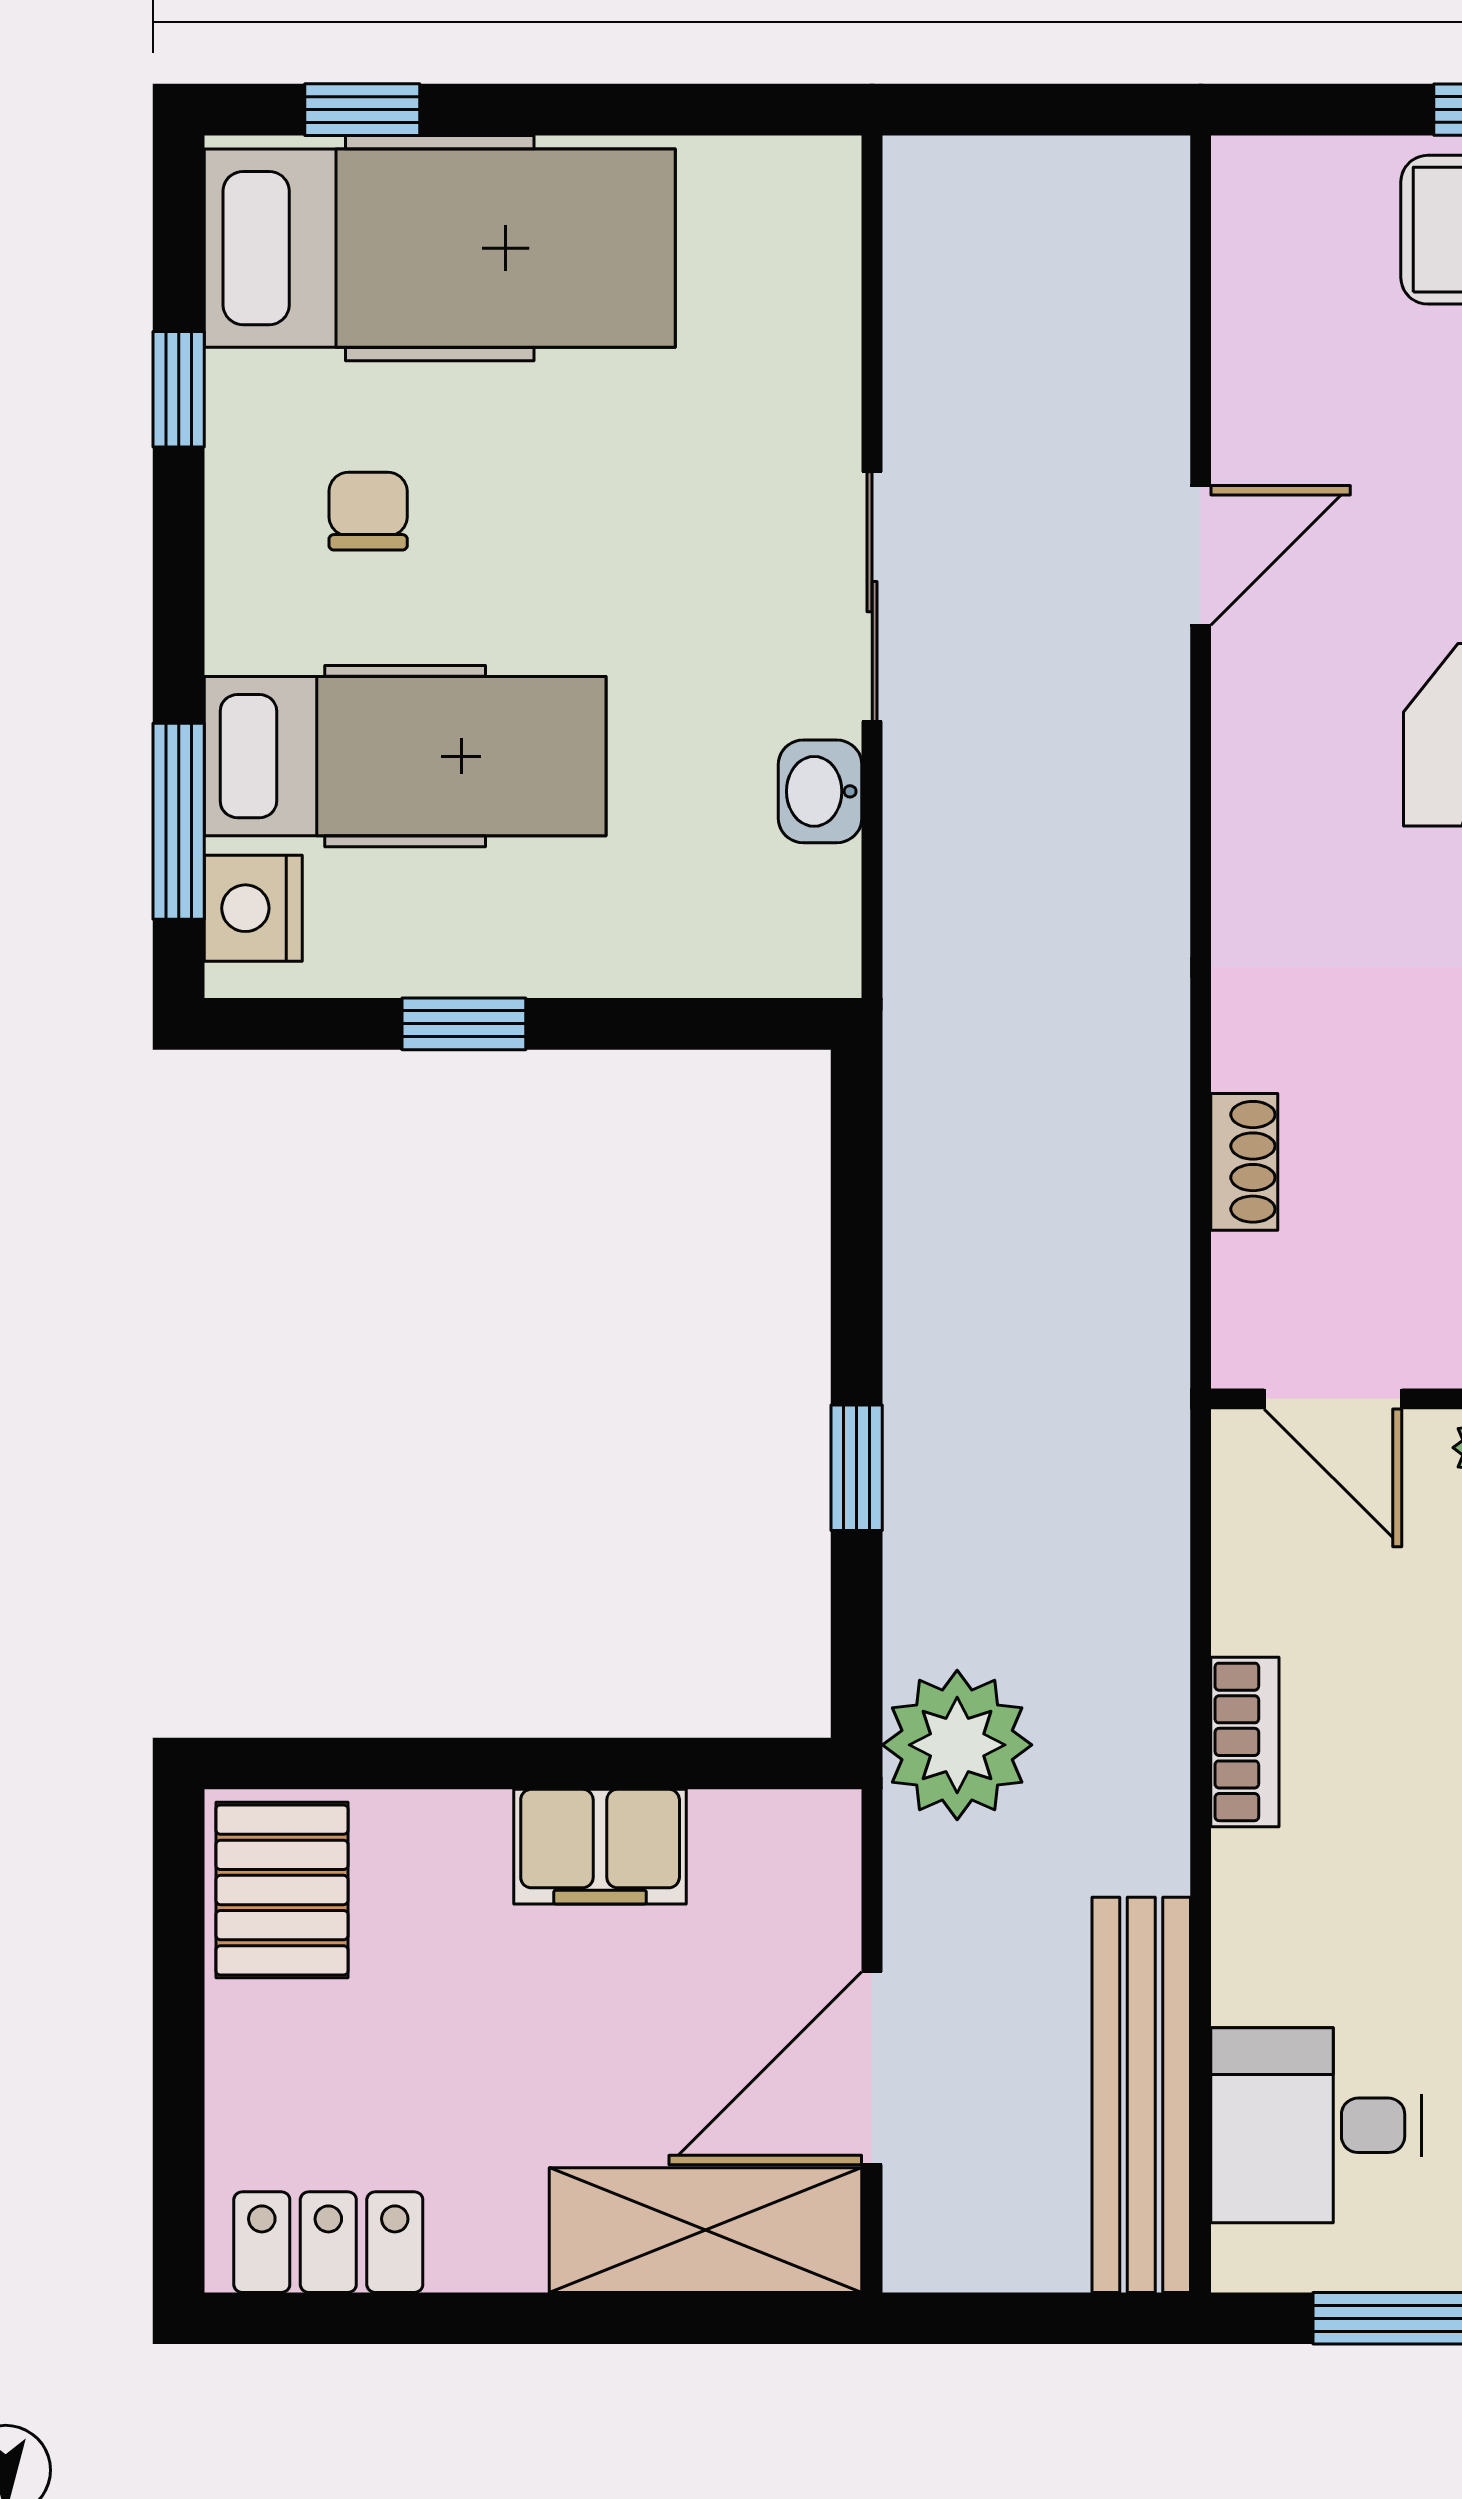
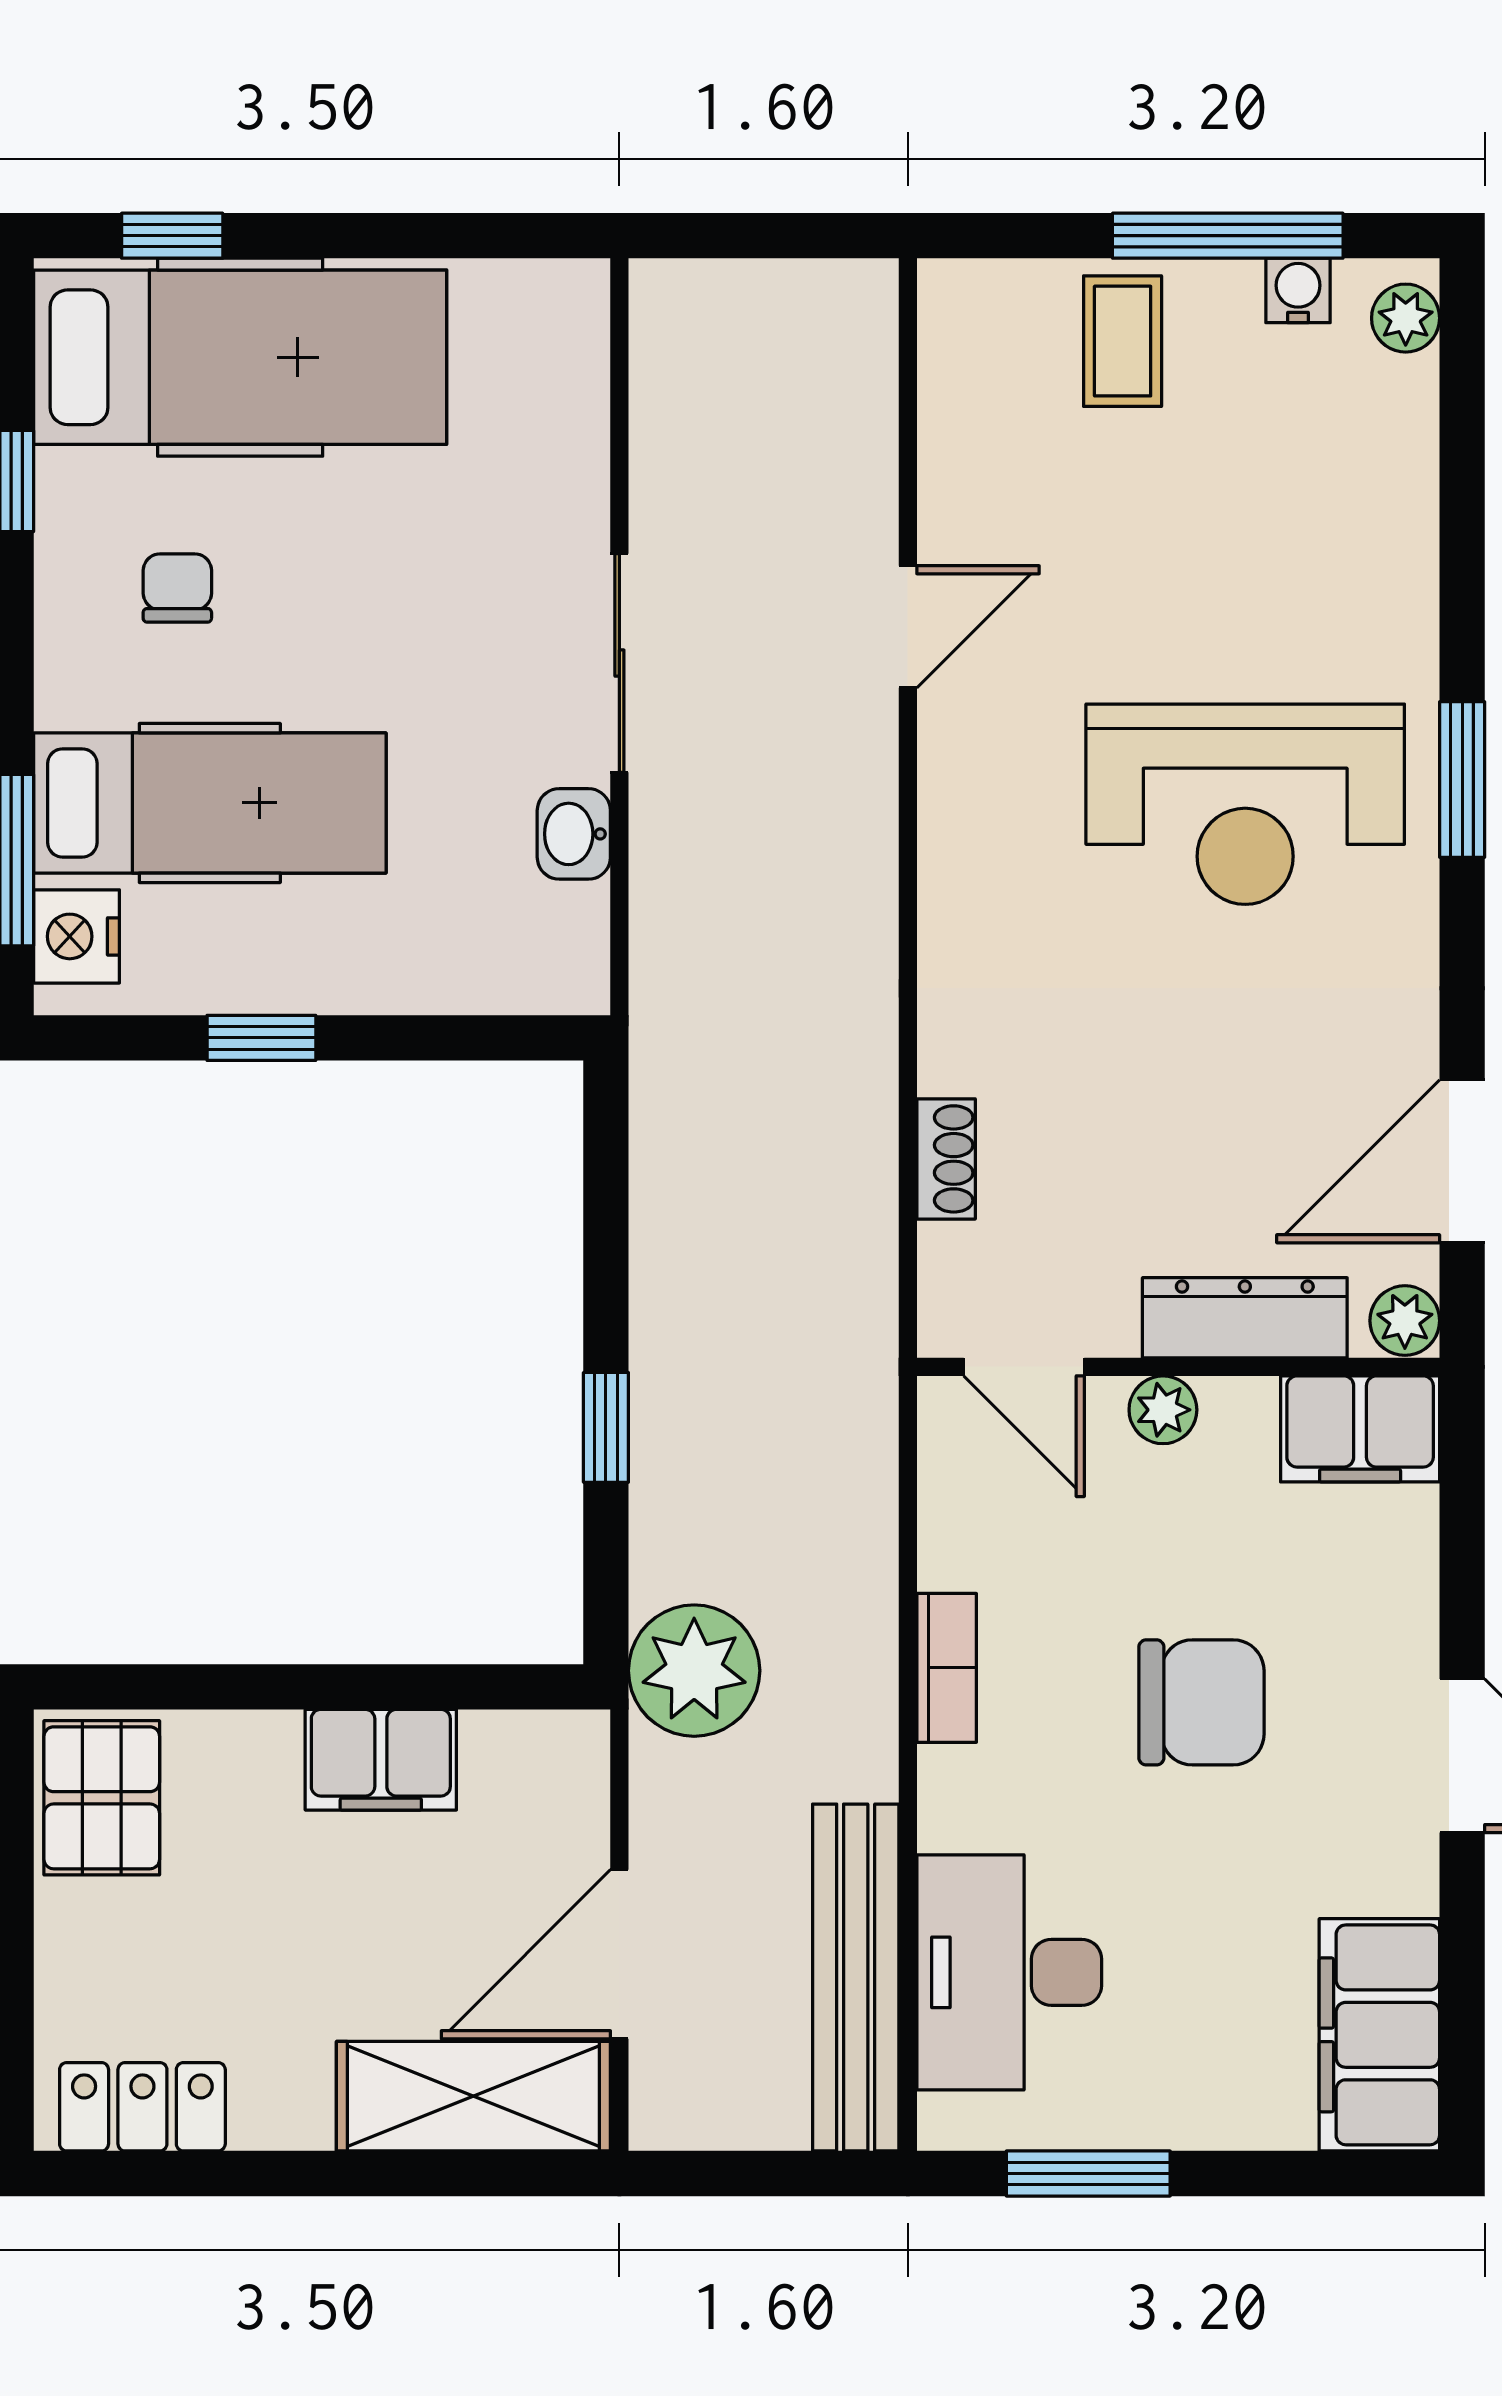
desk: (1316, 2125) -> (1009, 1972), width x1.37

